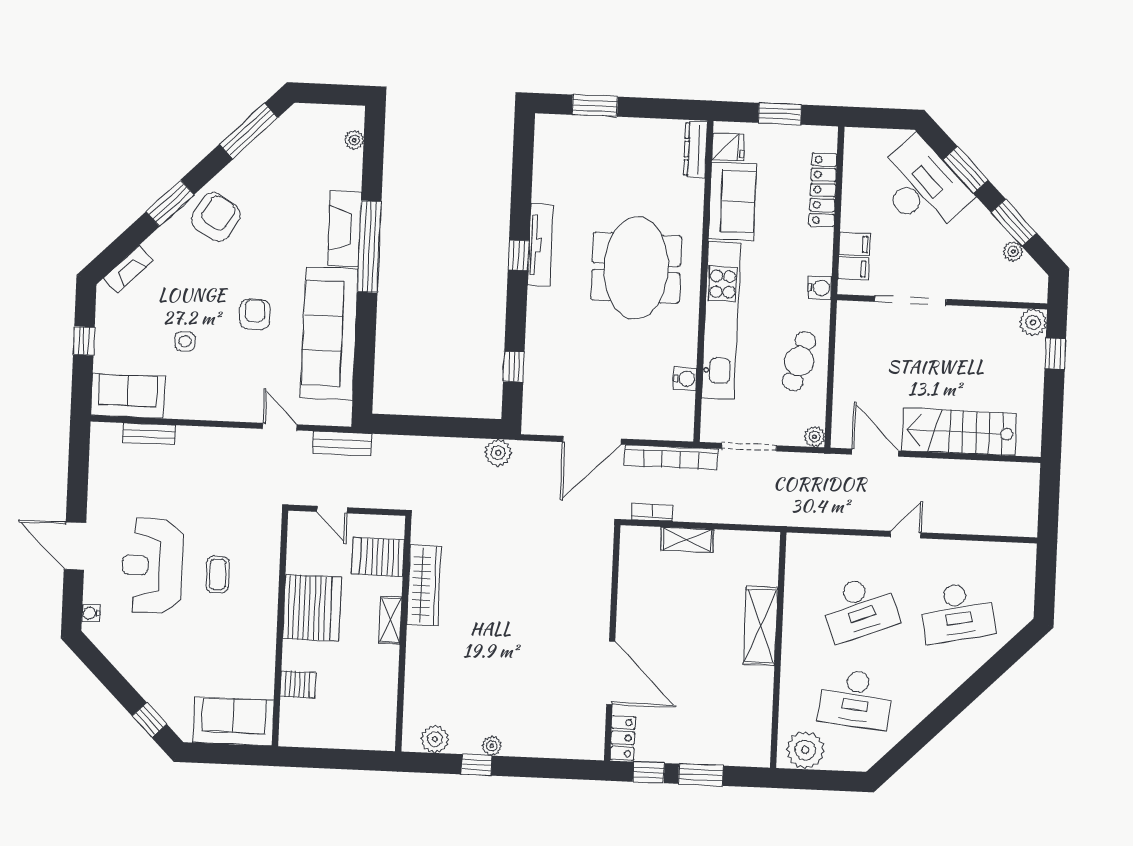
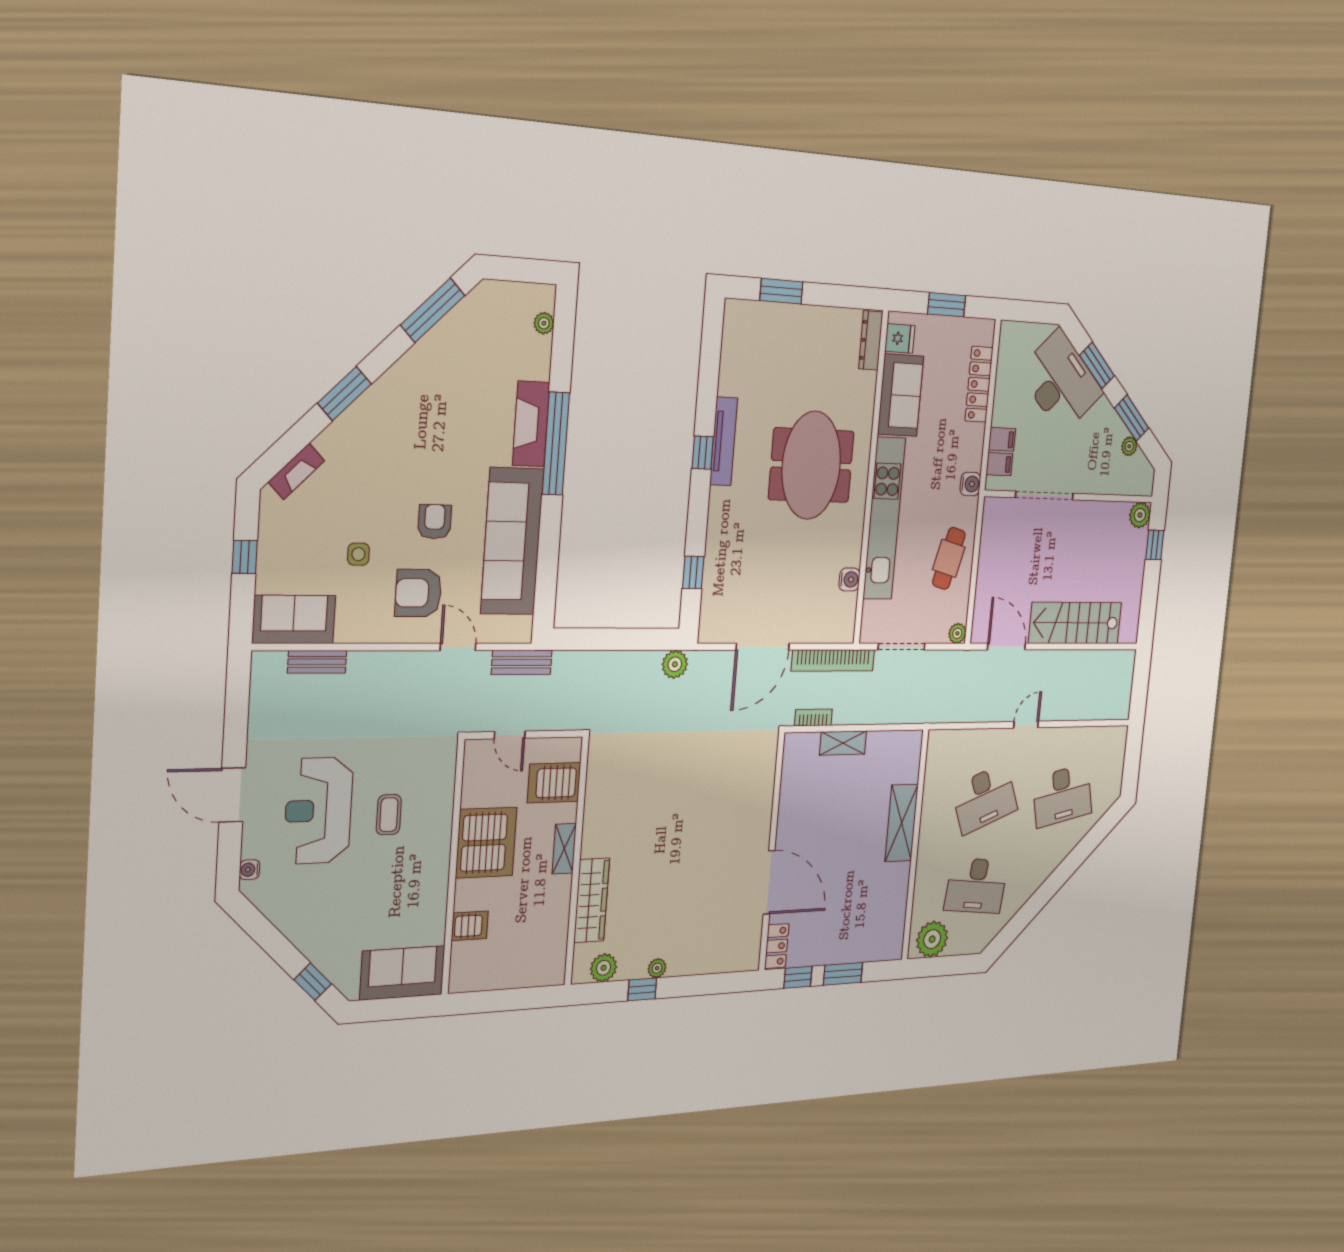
armchair: (216, 217) -> (418, 593), moved, turned -121
wardrobe: (424, 586) -> (592, 900), moved

